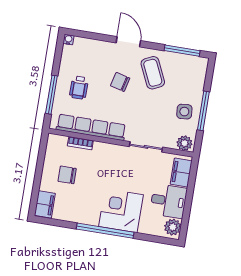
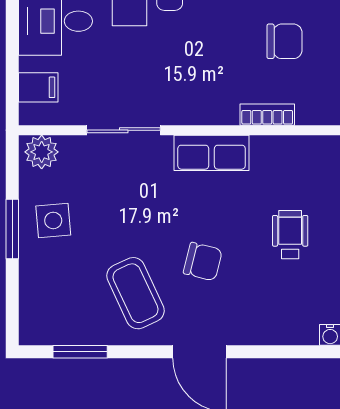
window: (182, 51) -> (80, 352), width x0.69
window: (203, 111) -> (12, 229), width x0.69
row of seats: (91, 127) -> (212, 153), width x0.50
filing cabinet: (181, 173) -> (38, 87), width x0.50

